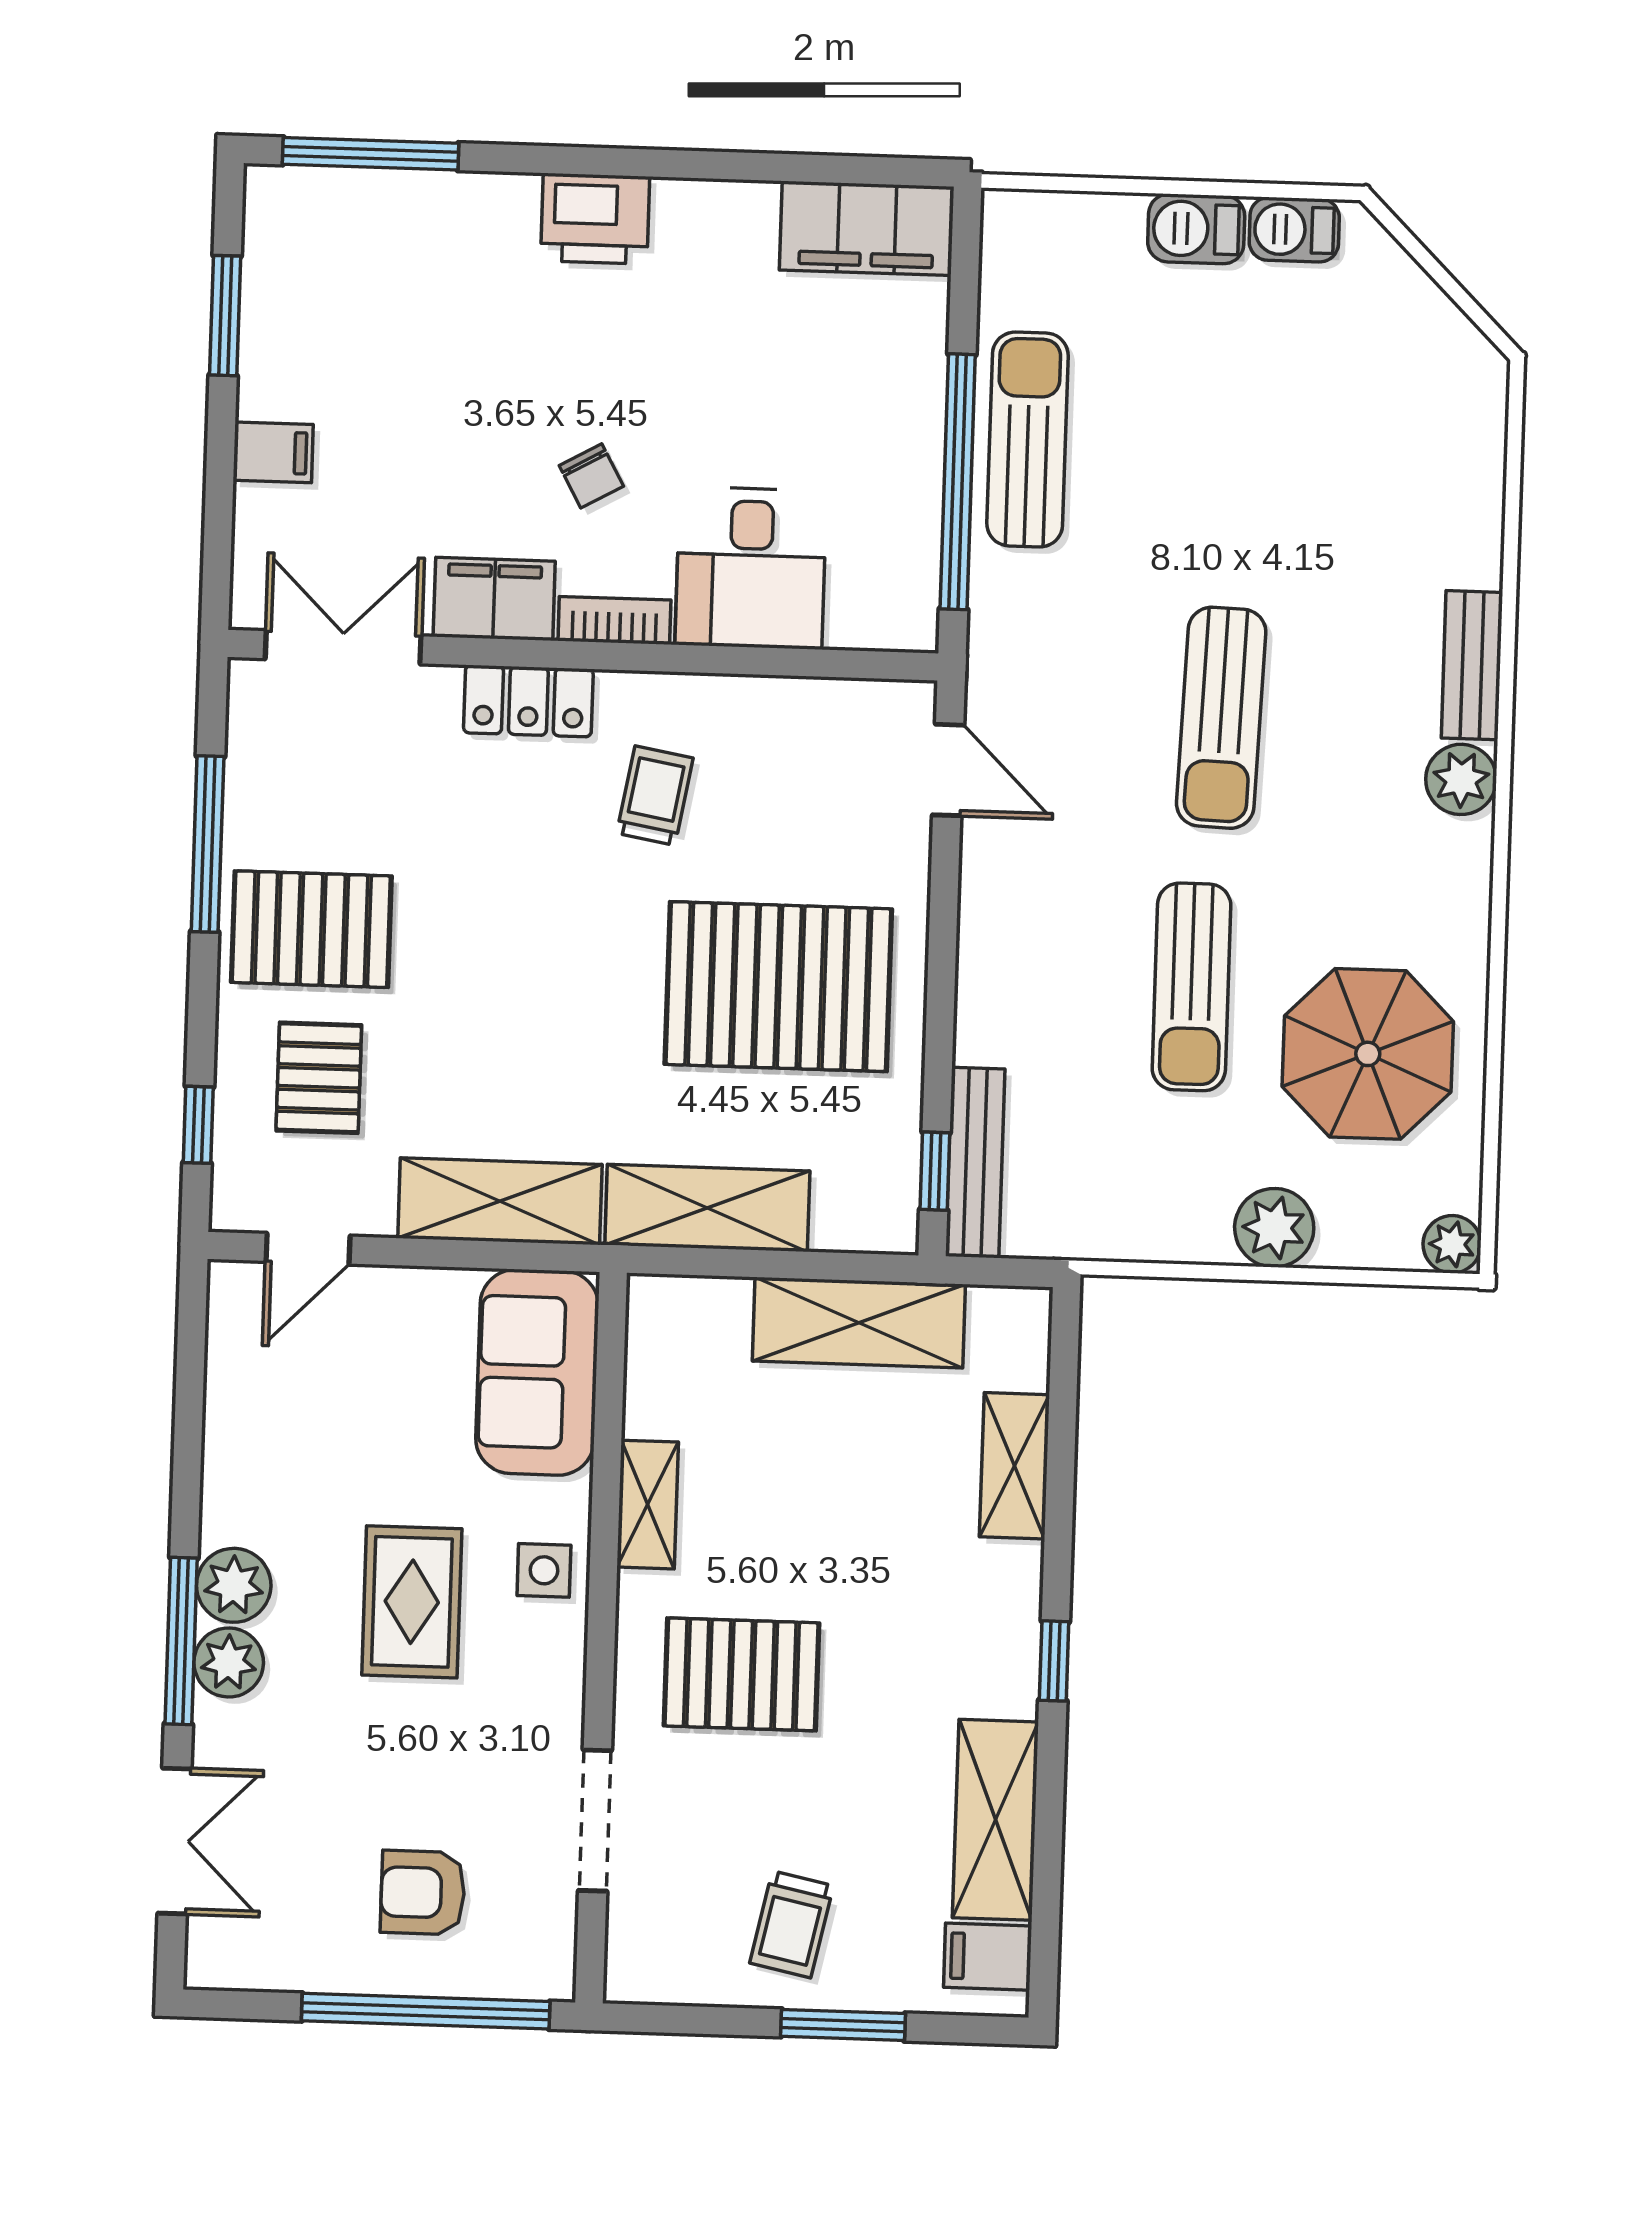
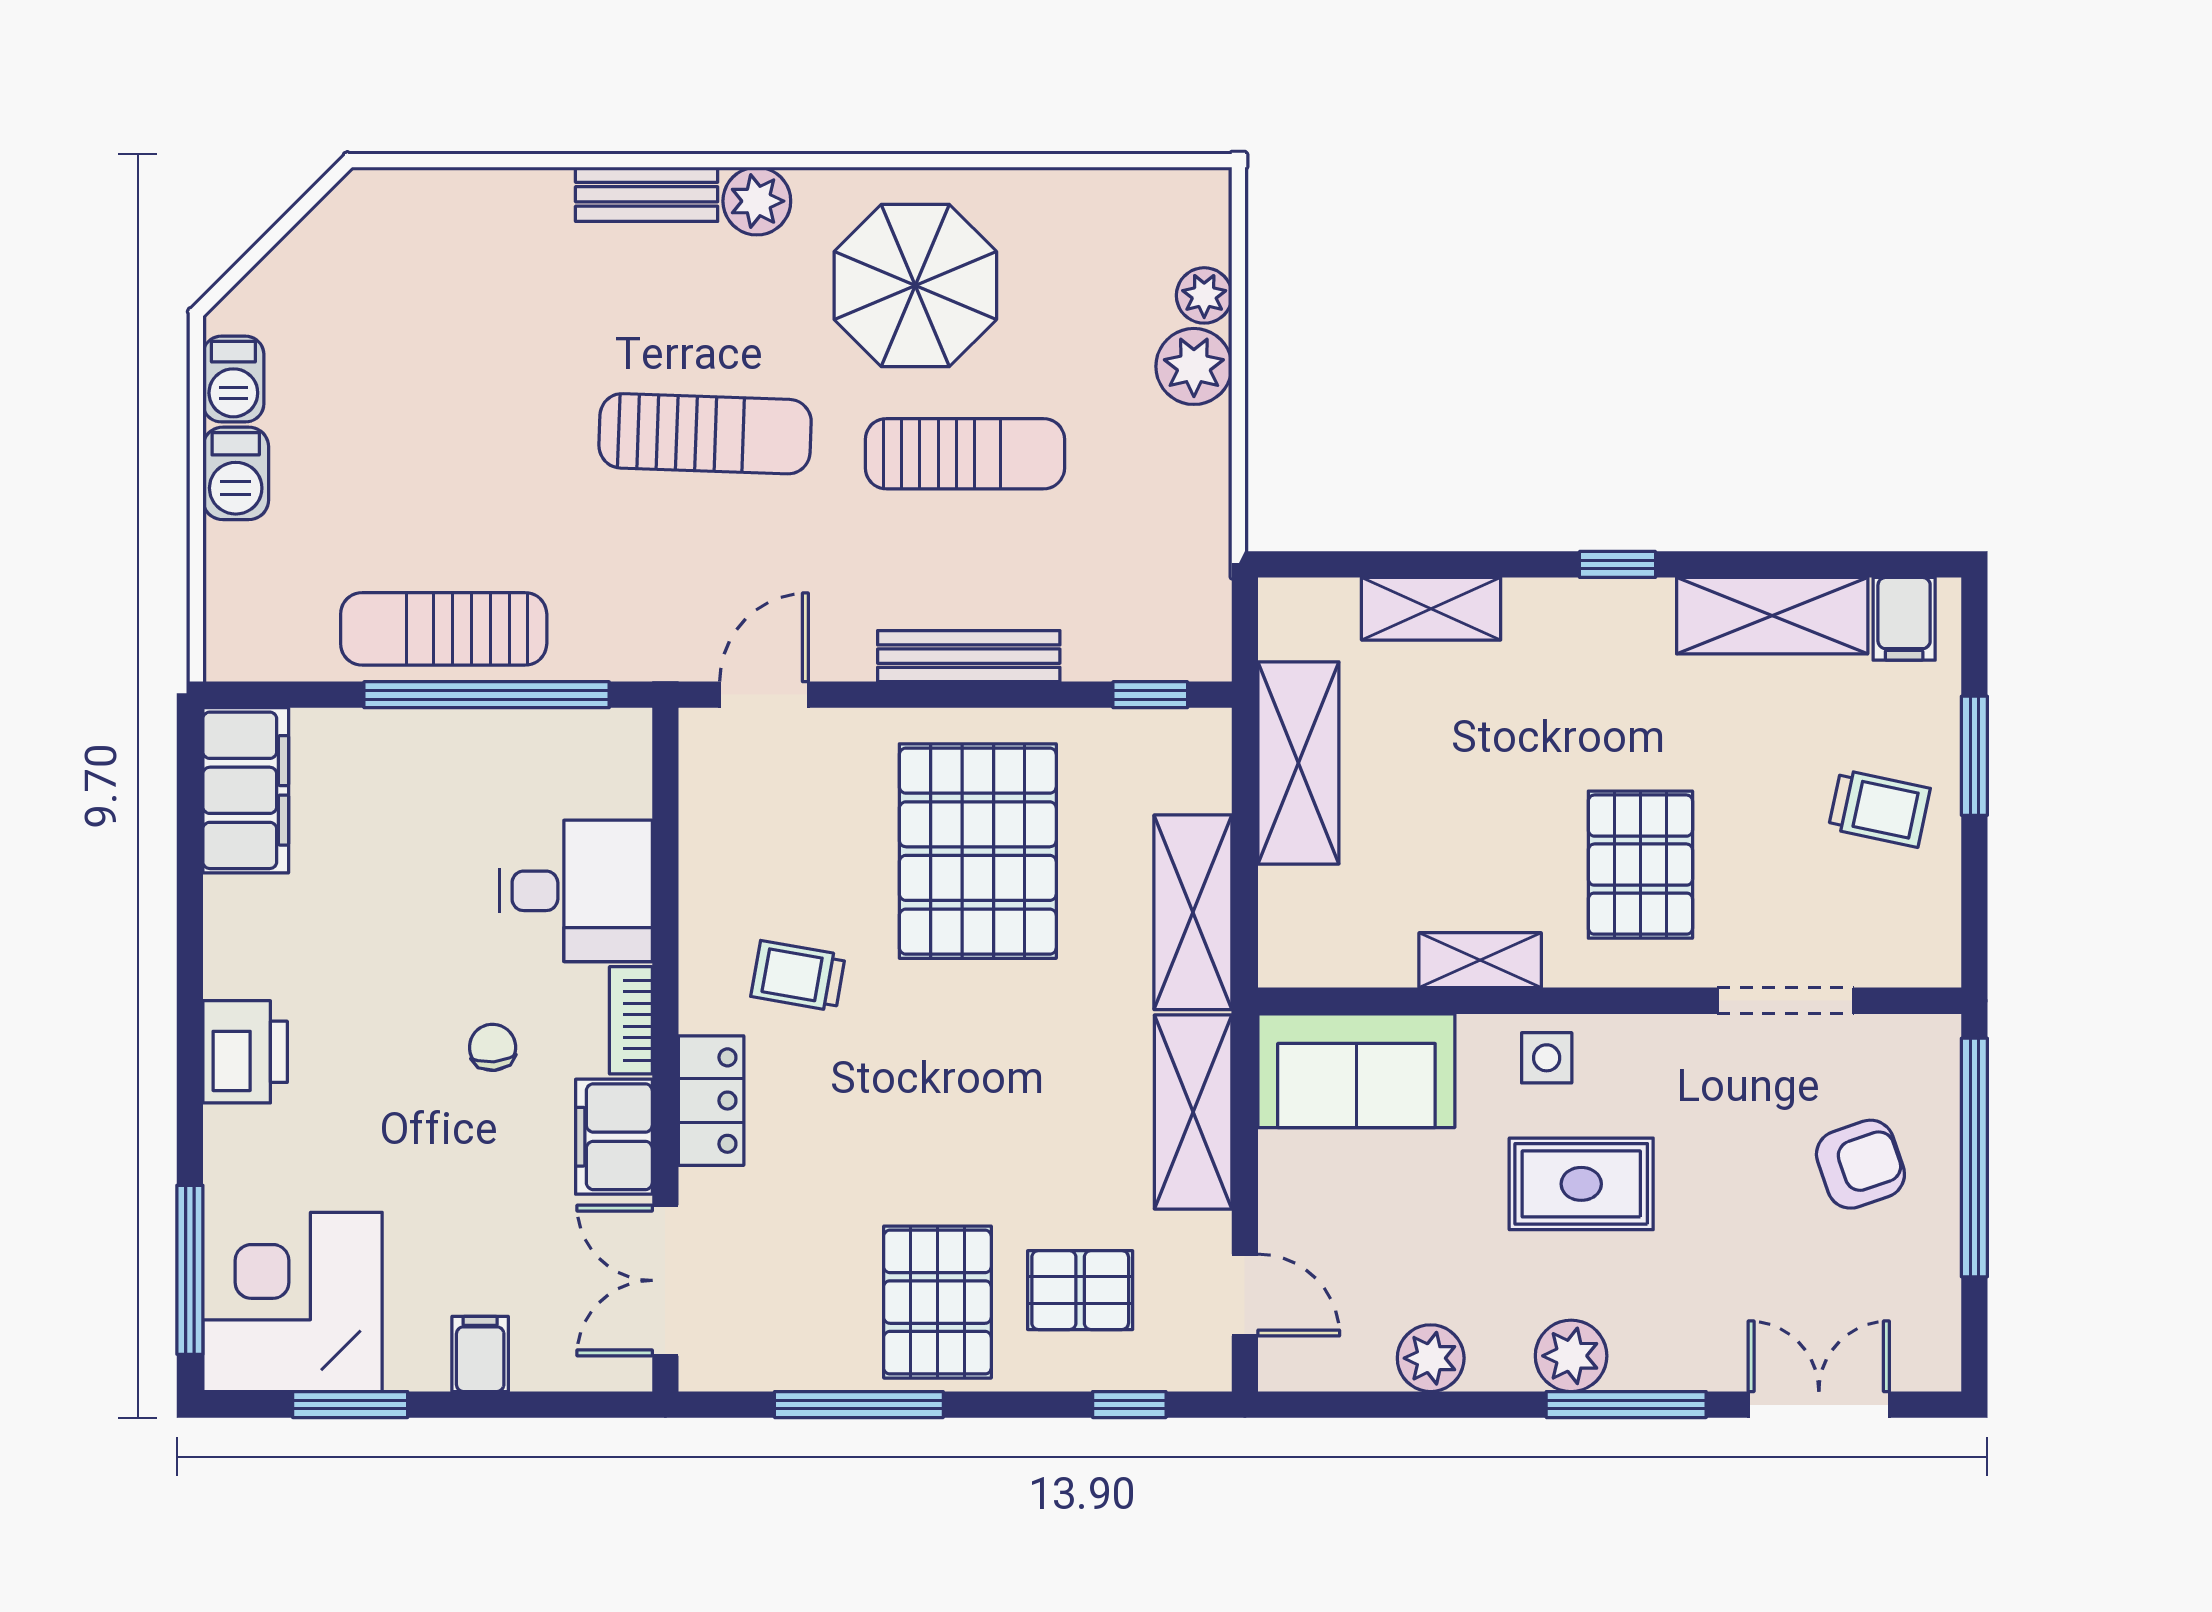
corner desk: (334, 259) -> (293, 1302), added
chair: (591, 476) -> (493, 1047), turned -66
parasol: (1368, 1054) -> (915, 286), moved
bench: (975, 1163) -> (969, 656), moved
plant: (1452, 1244) -> (1204, 295), moved
plant: (229, 1662) -> (1431, 1358), moved
armchair: (423, 1893) -> (1860, 1164), turned -109

